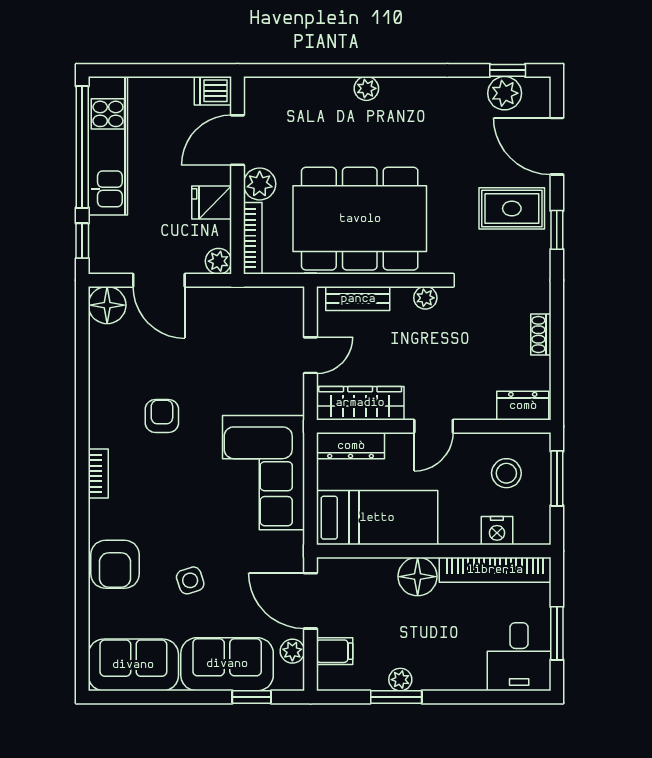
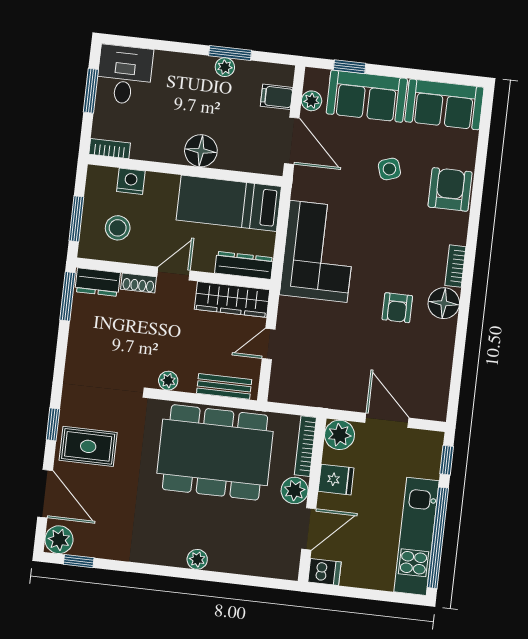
plant: (505, 93) -> (59, 540), moved
plant: (218, 261) -> (340, 435), width x1.38, depth x1.38
floor lamp: (107, 305) -> (444, 303), moved
shoe rack: (541, 334) -> (139, 283), moved, turned 90
window: (557, 385) -> (68, 296), added
bookcase: (495, 570) -> (110, 149), width x0.43, depth x0.76

